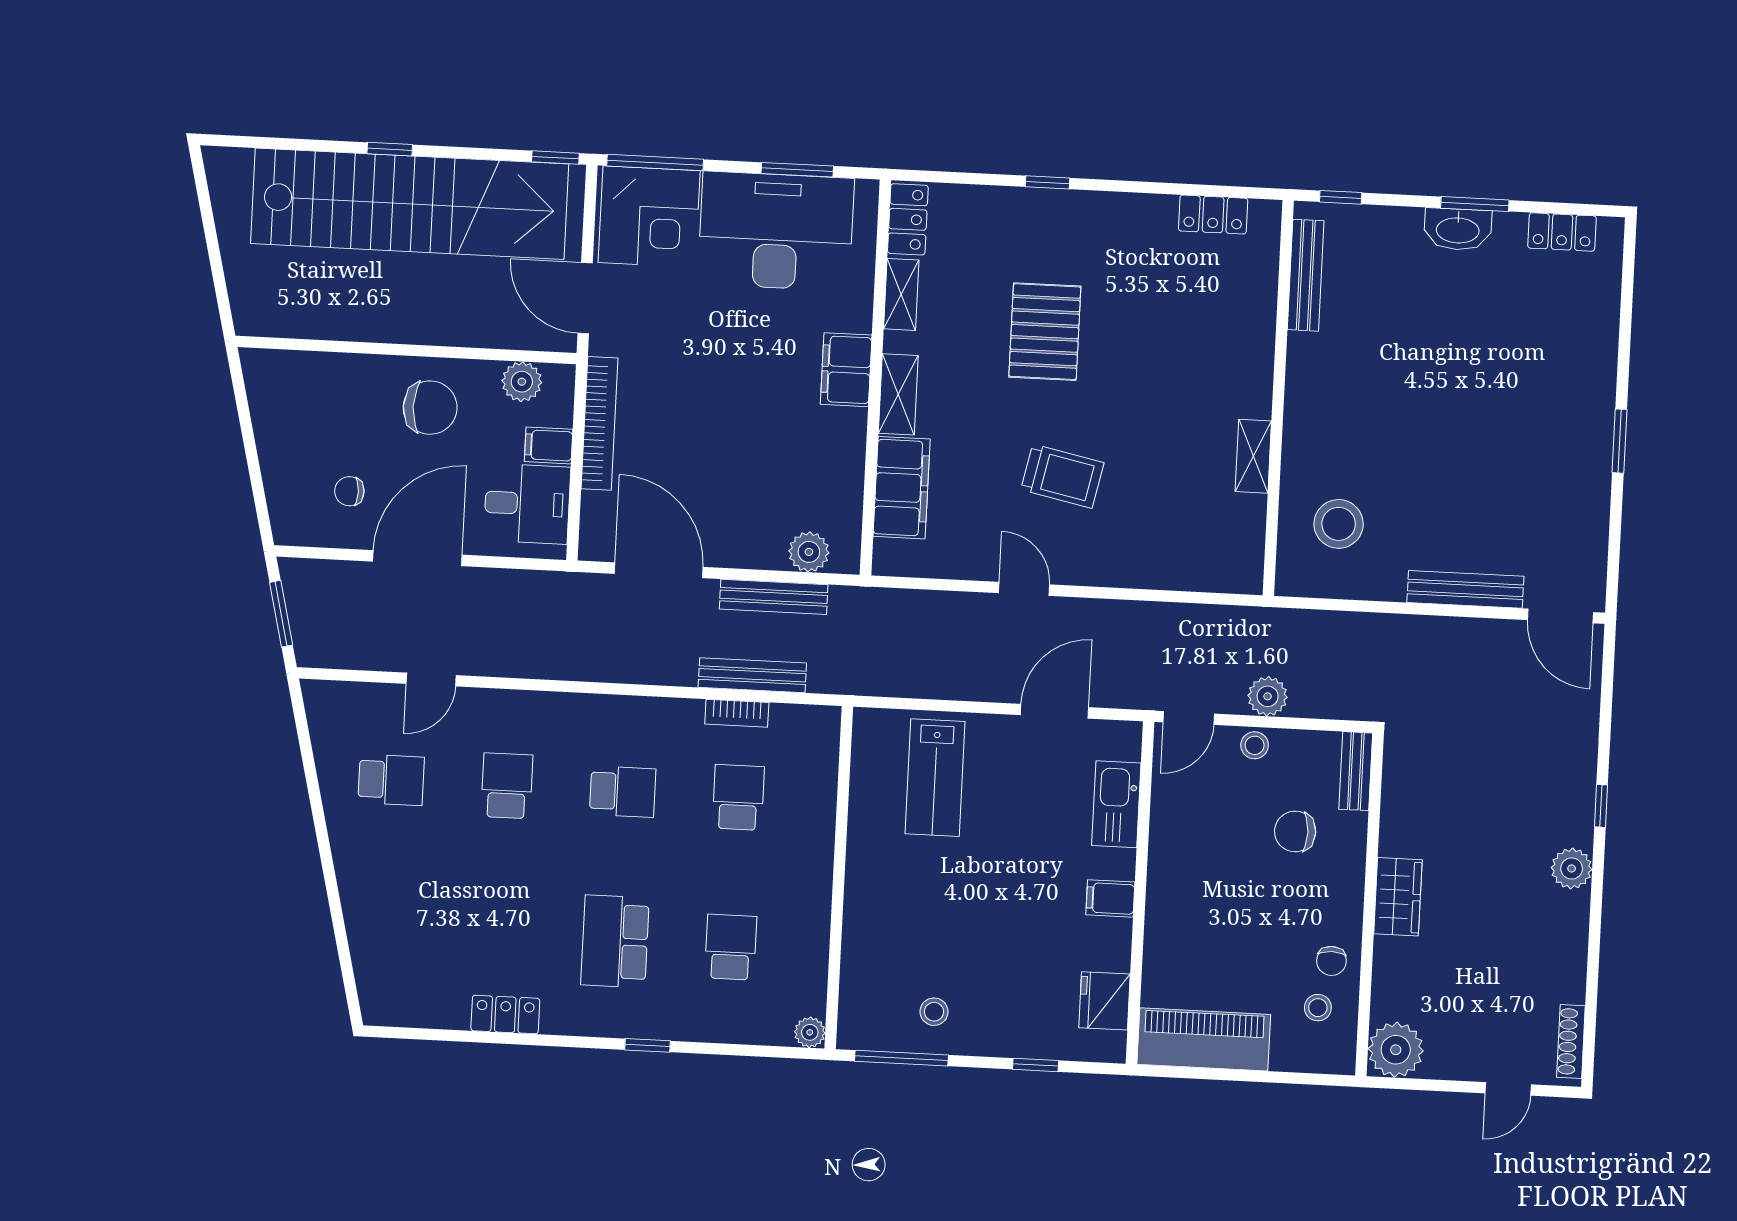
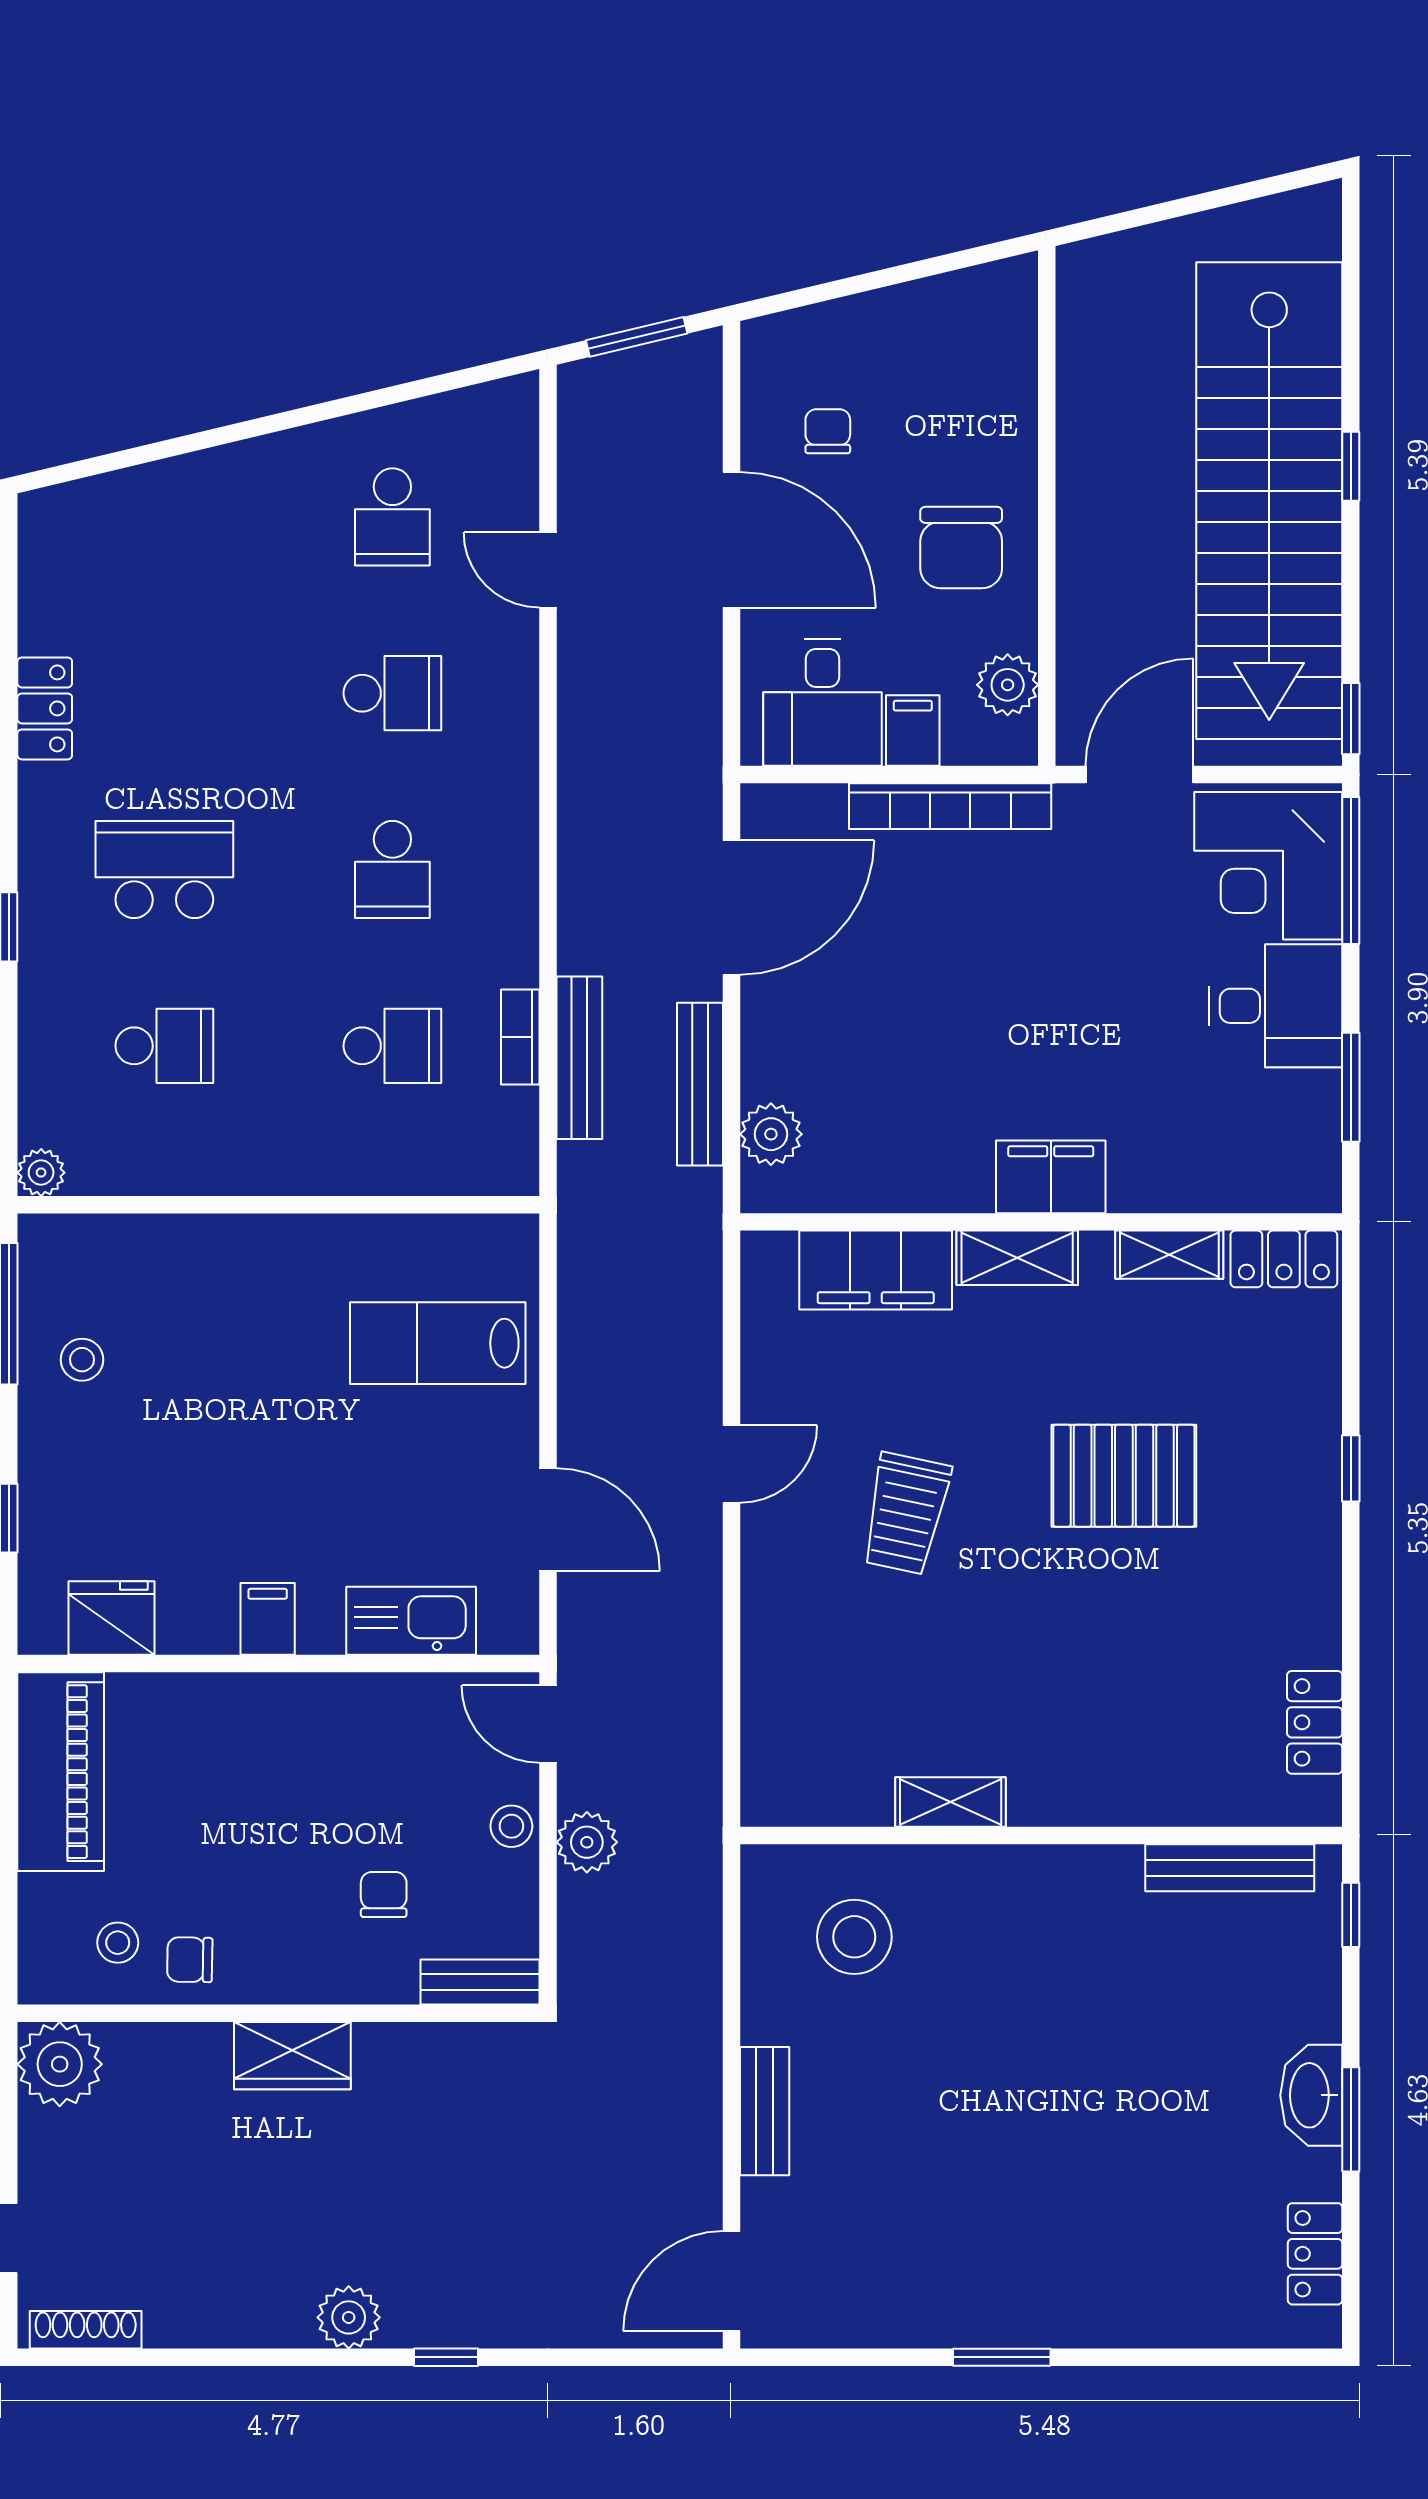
desk: (776, 231) -> (1276, 1006), width x0.53, depth x0.77
bench: (1465, 589) -> (765, 2111), width x0.73
chair: (1295, 831) -> (384, 1894), width x0.73, depth x0.73

